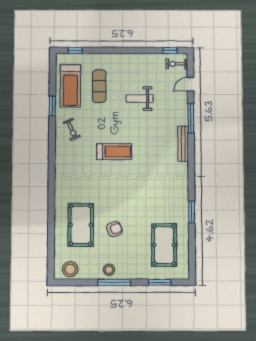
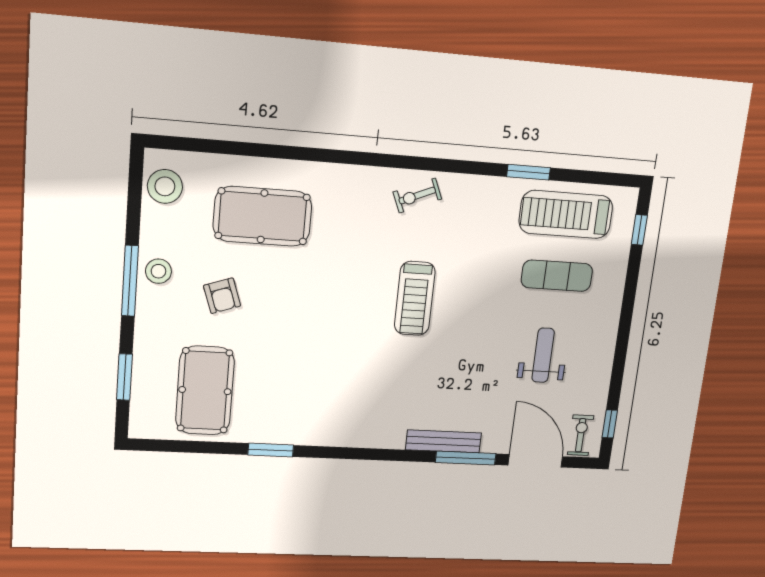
door: (190, 84) -> (535, 461), width x1.88
weight bench: (140, 99) -> (543, 355), moved
exercise bike: (72, 129) -> (417, 196), moved
bench: (183, 144) -> (444, 441), moved
armchair: (114, 229) -> (222, 296), moved
pool table: (164, 245) -> (205, 391), turned 90

